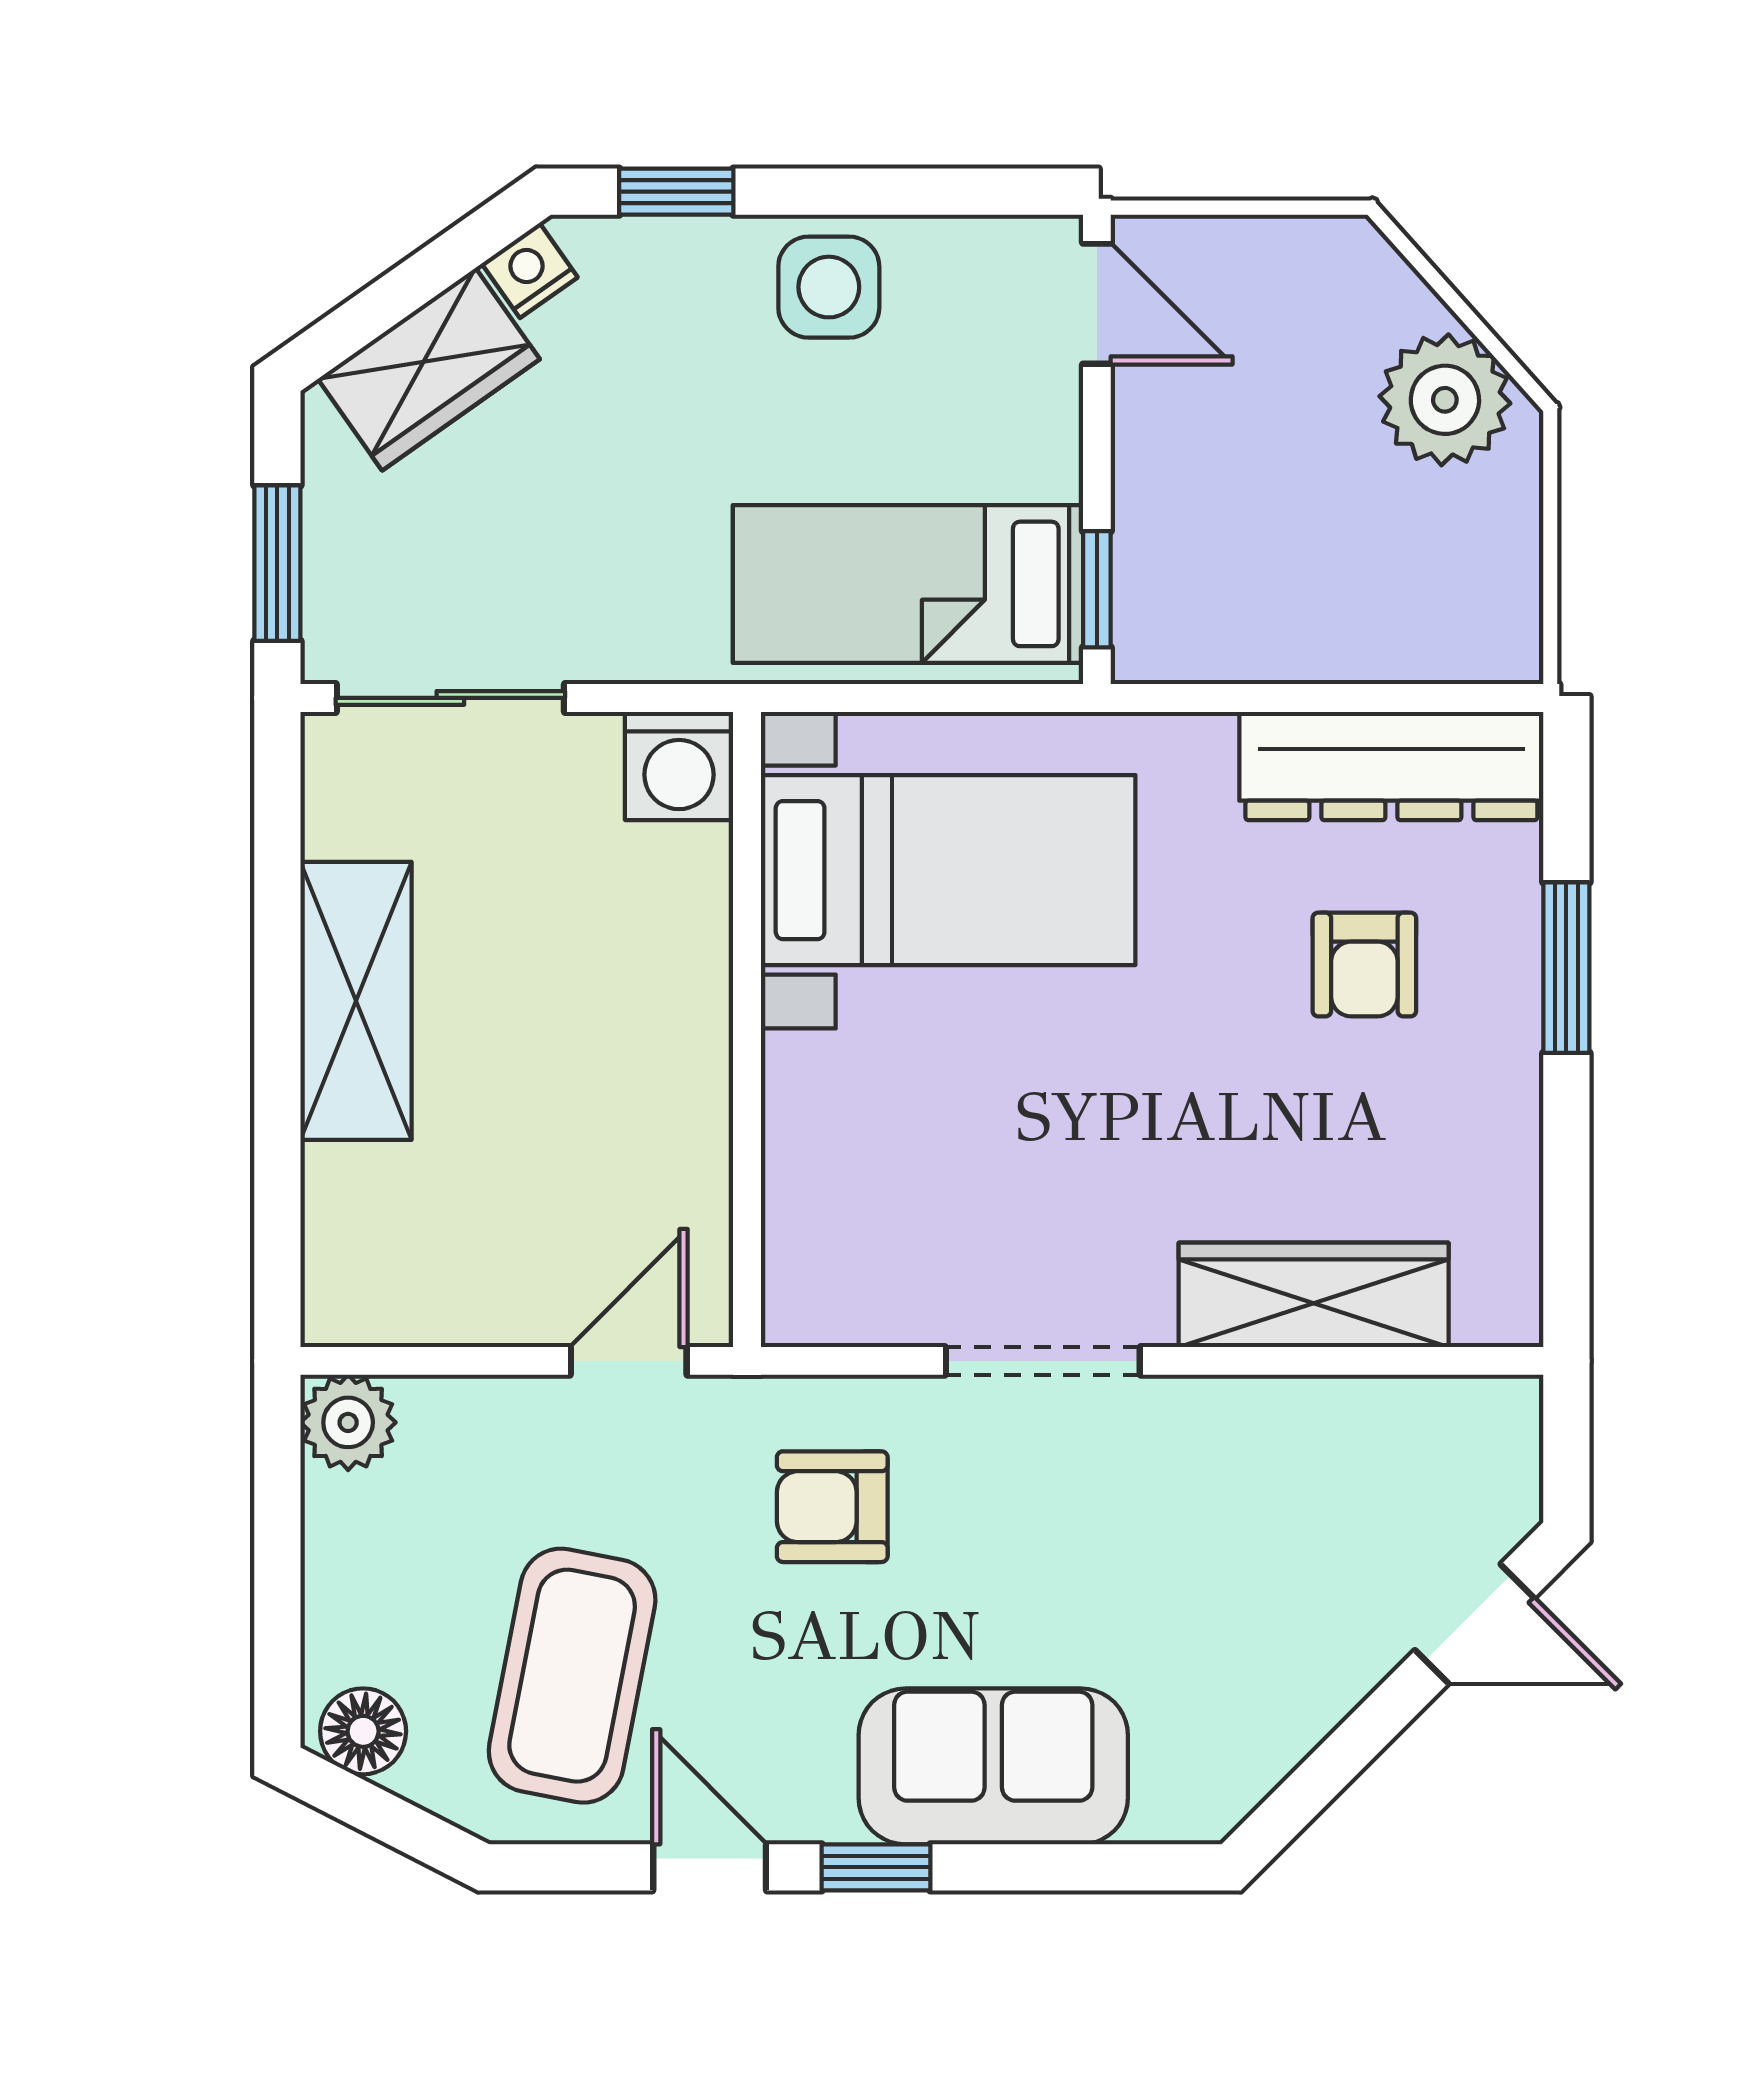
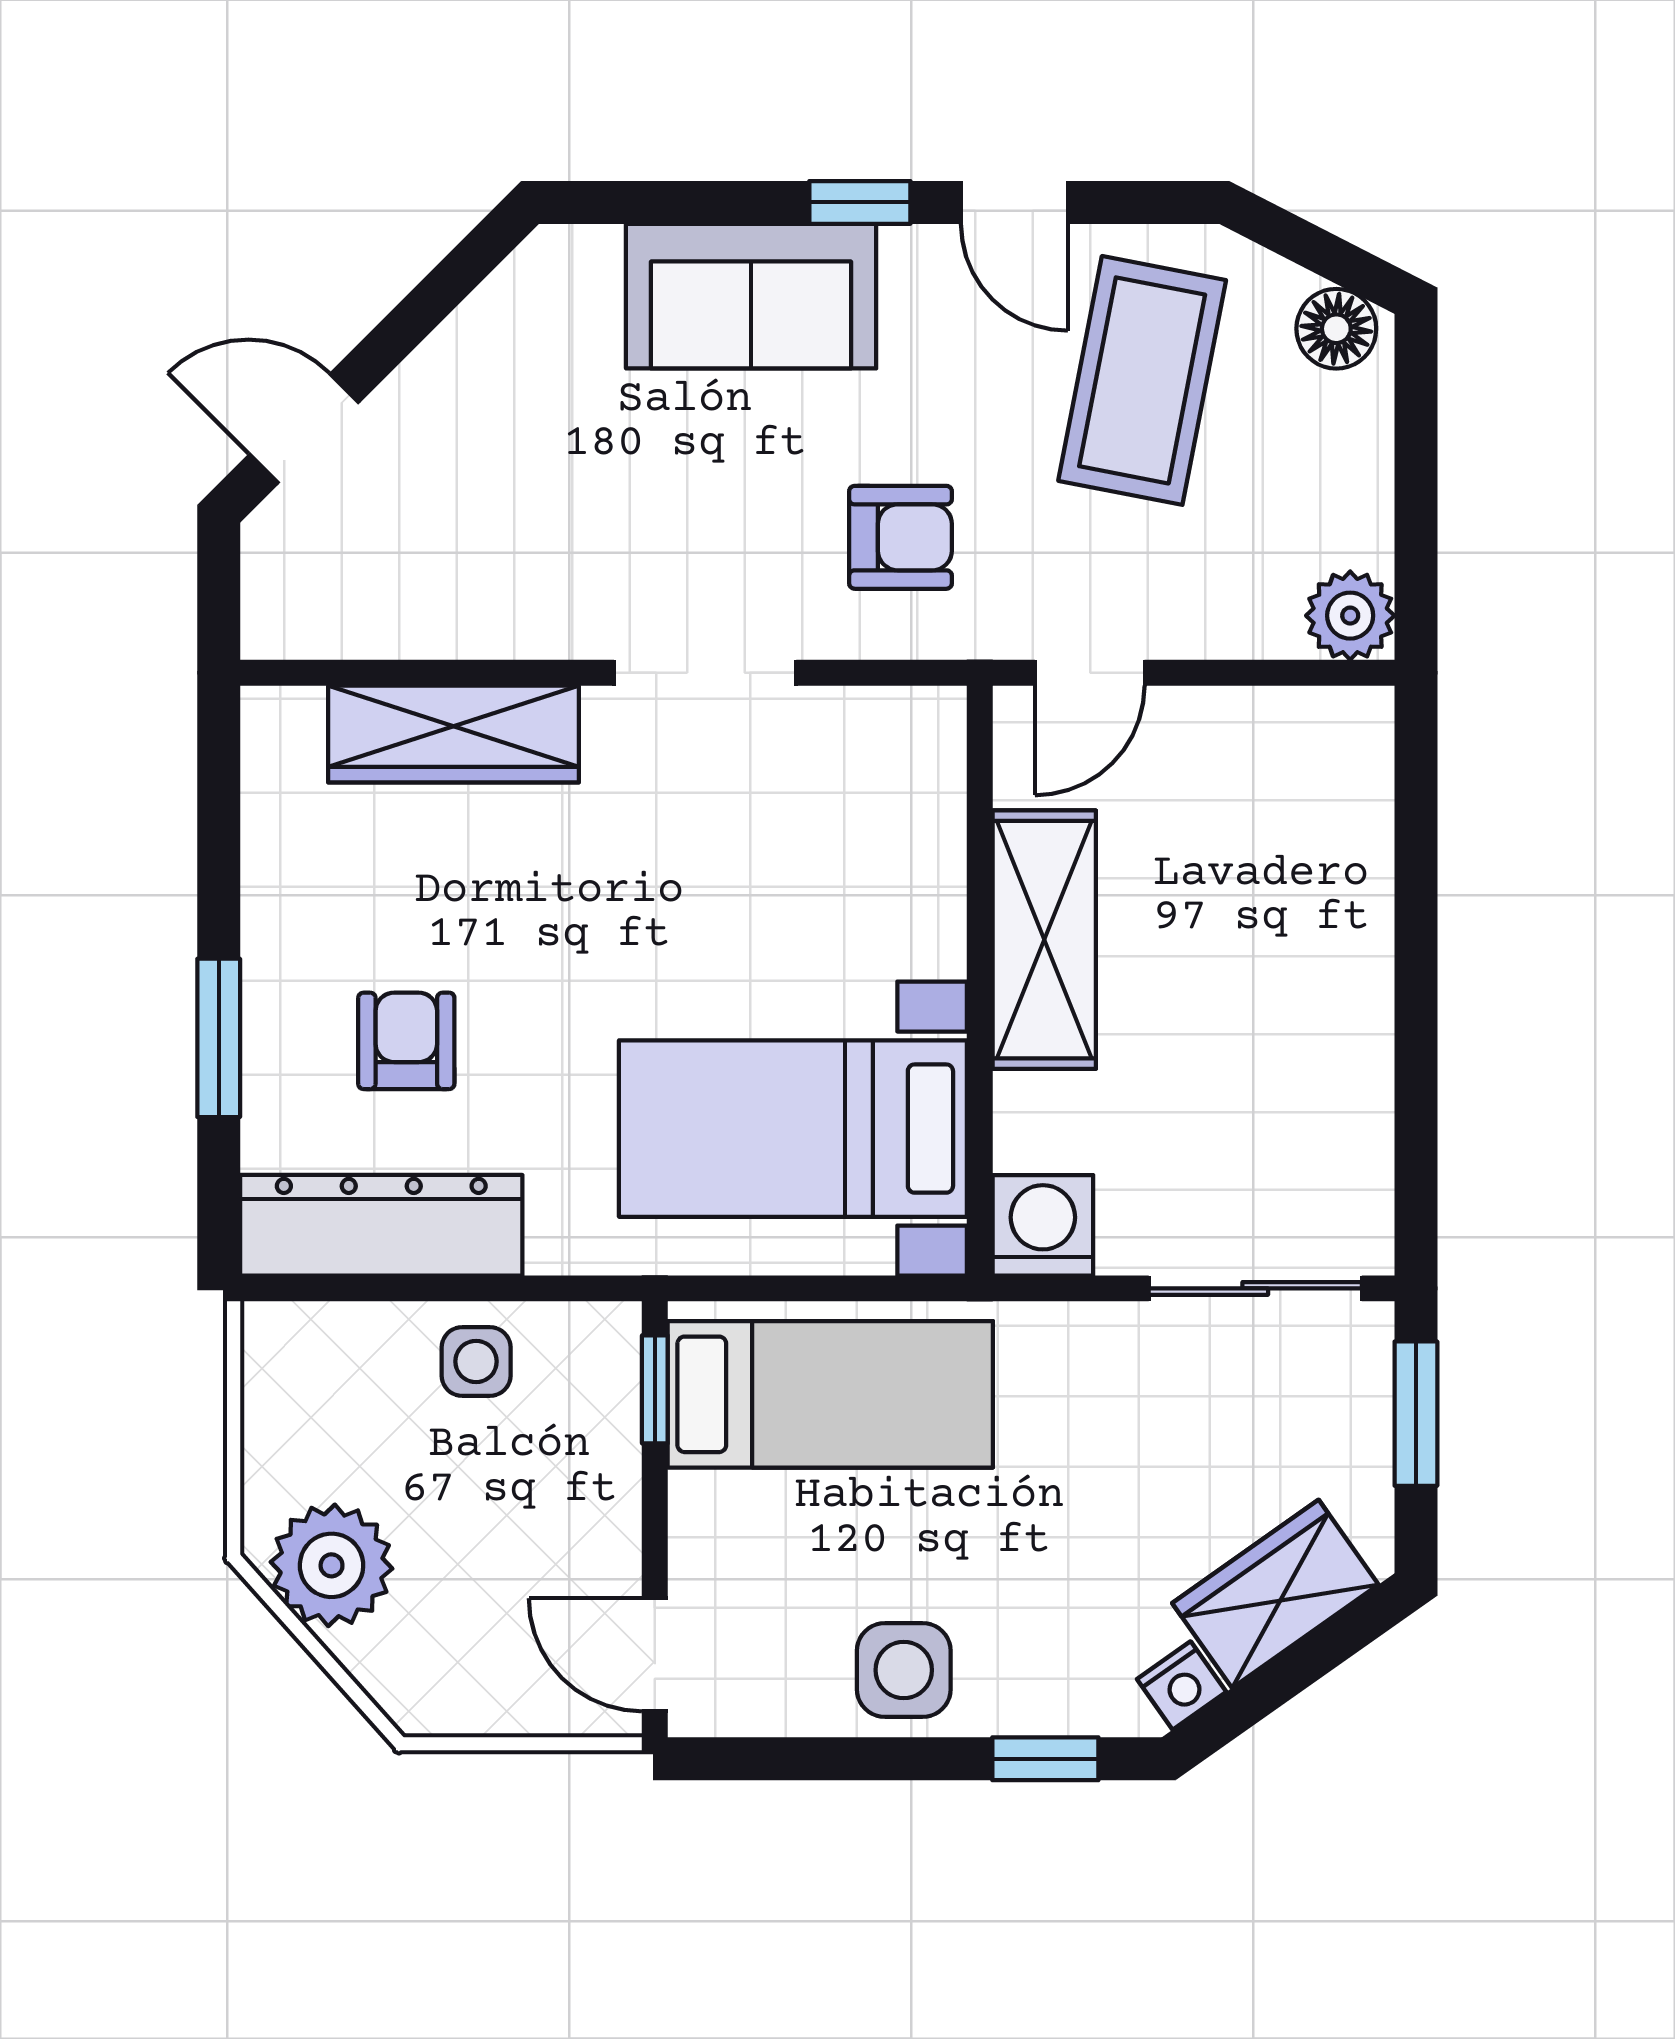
side table: (1289, 619) -> (476, 1361), added
shelving: (356, 1001) -> (1044, 940), moved

